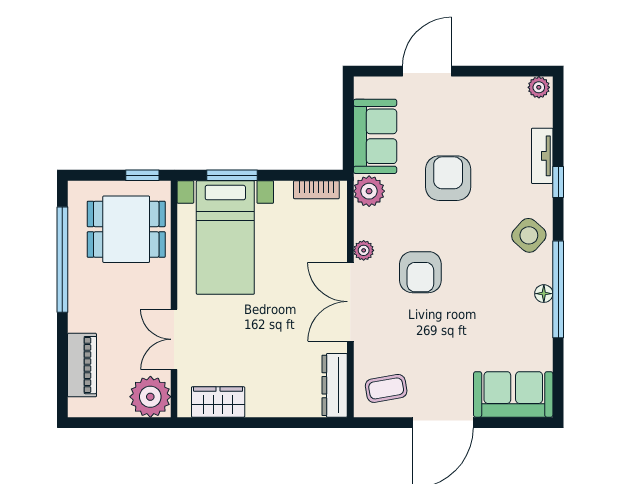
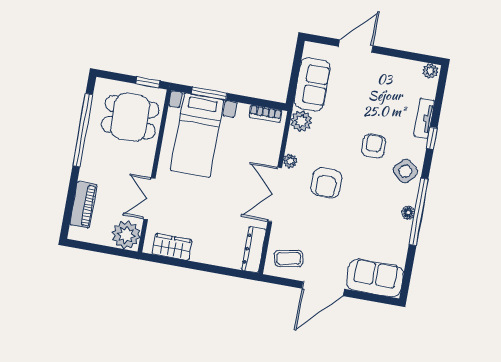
armchair: (448, 178) -> (374, 146), moved, width x0.72, depth x0.72

